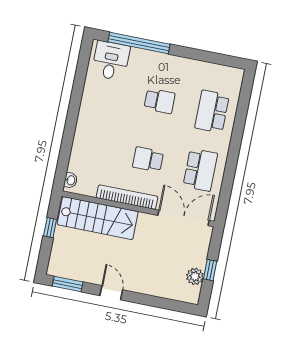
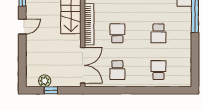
school desk: (212, 111) -> (158, 70), width x0.54
school desk: (200, 170) -> (117, 70), width x0.54

